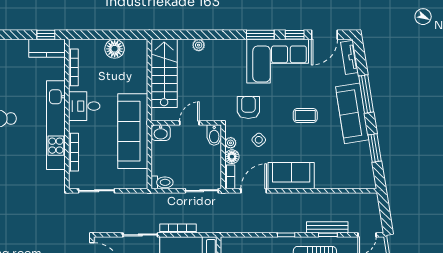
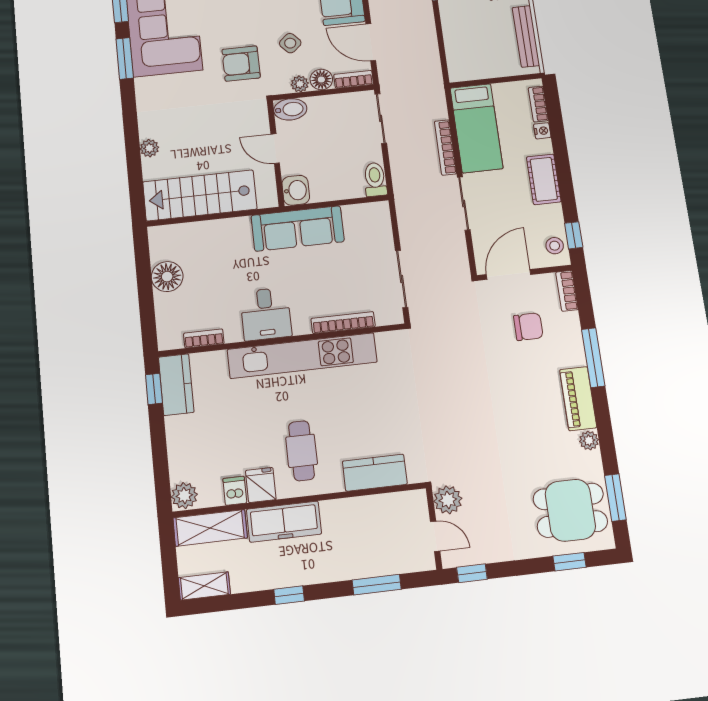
bookcase: (73, 67) -> (204, 338), width x0.64
sofa: (133, 131) -> (298, 229), width x0.74, depth x0.79

